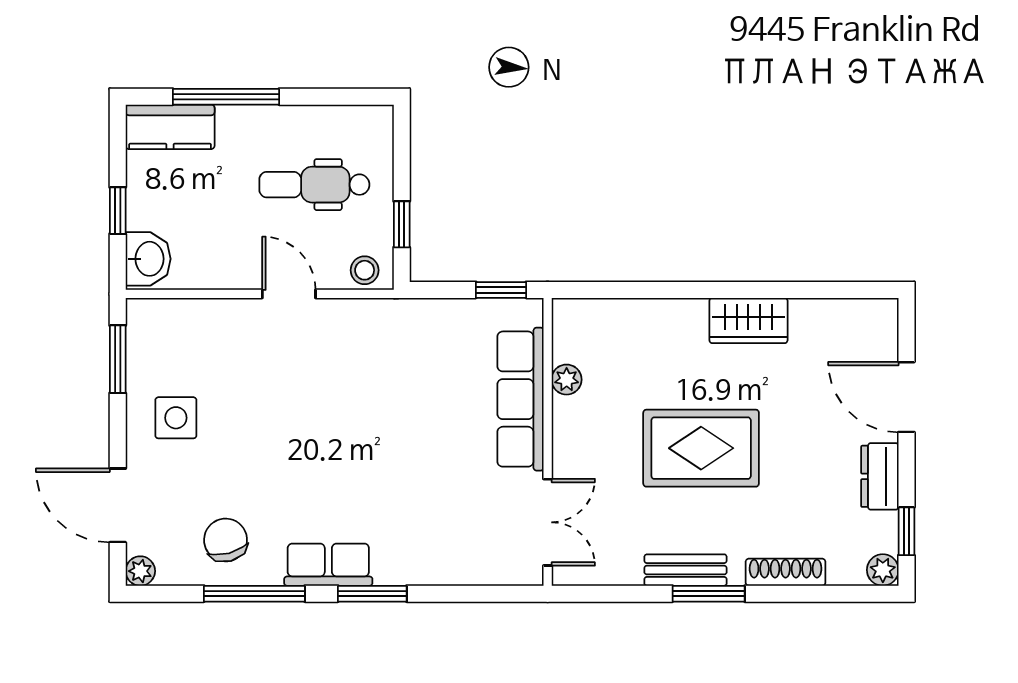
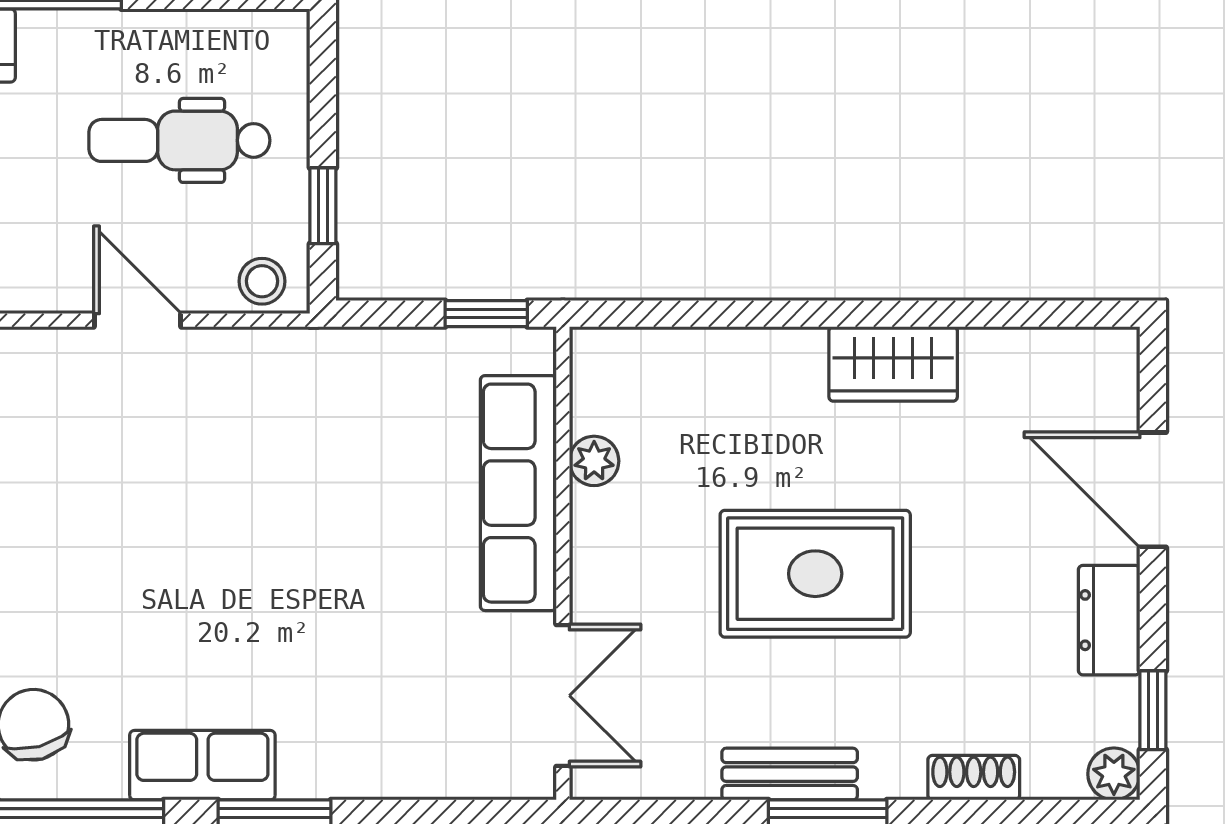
shoe rack: (786, 572) -> (974, 778), width x0.70

